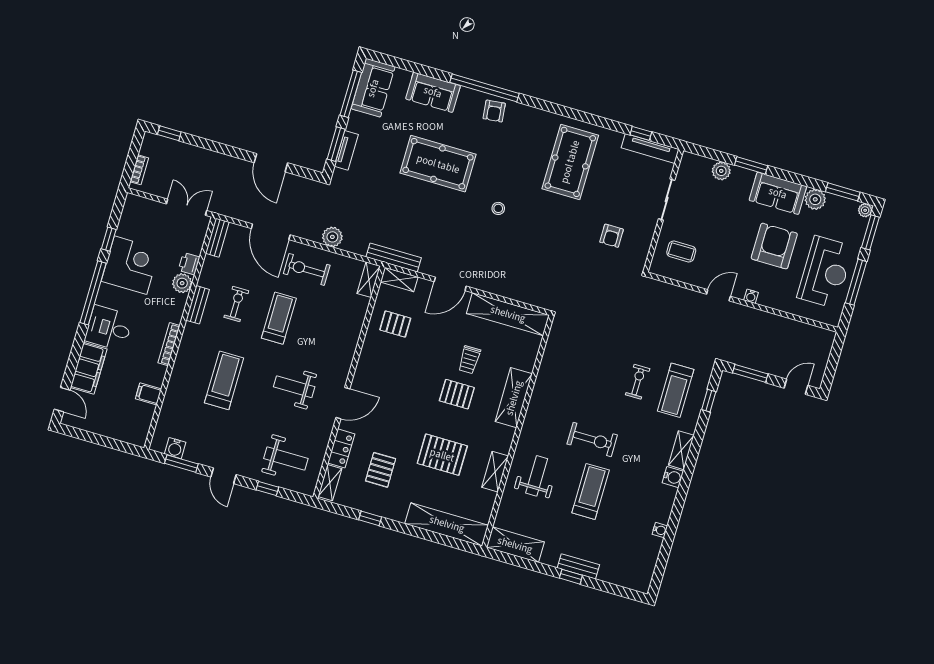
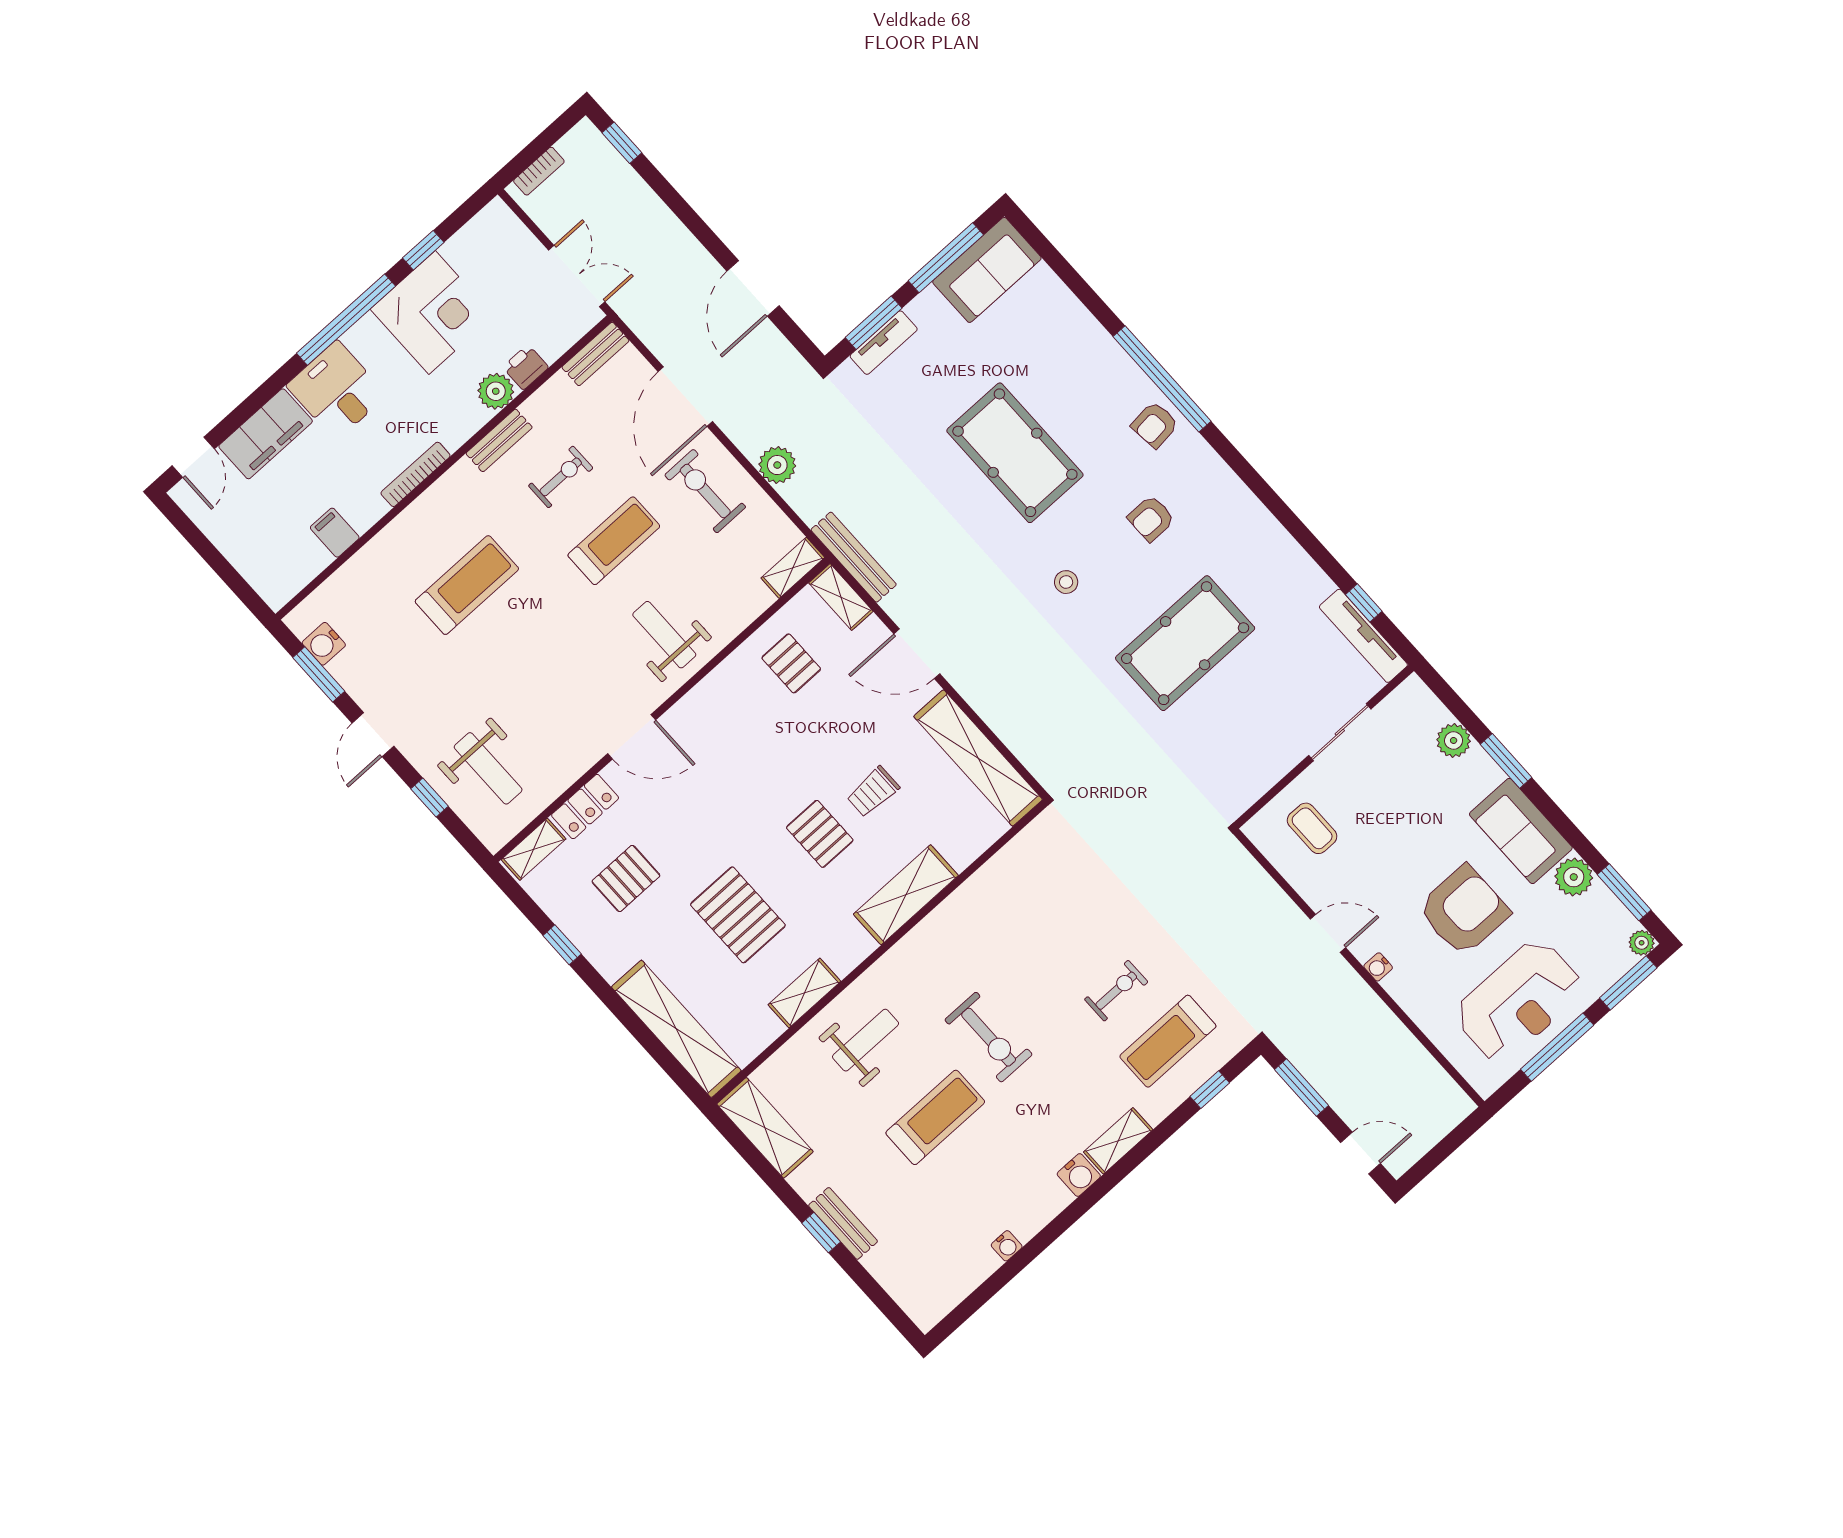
sofa: (433, 92) -> (1077, 336), removed
pool table: (570, 162) -> (1185, 643), moved
armchair: (612, 236) -> (1151, 519), moved
weight bench: (294, 387) -> (664, 635), moved

